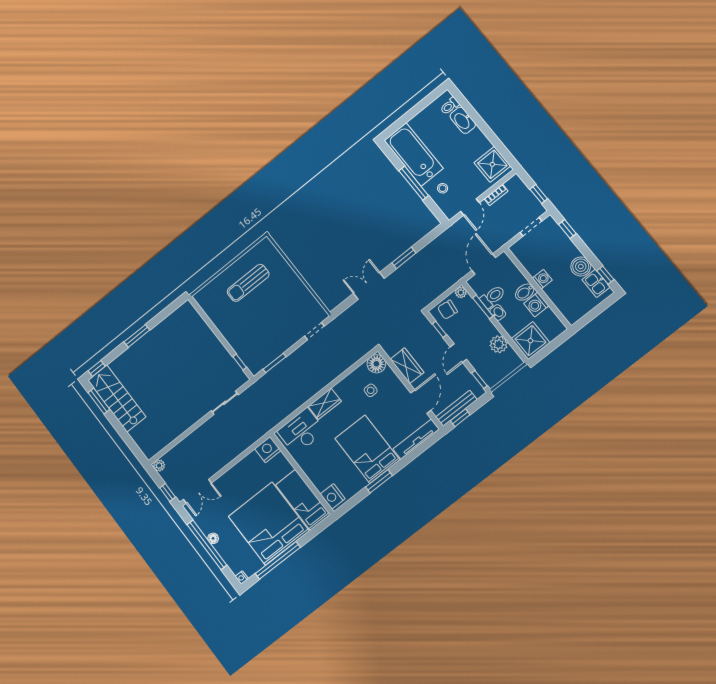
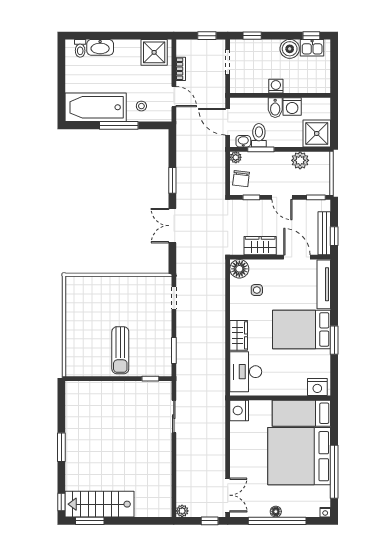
sun lounger: (248, 283) -> (120, 350), moved
washbasin: (498, 313) -> (243, 141), moved

